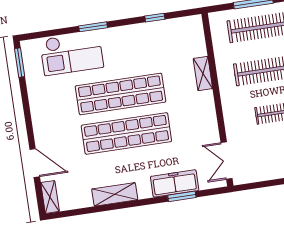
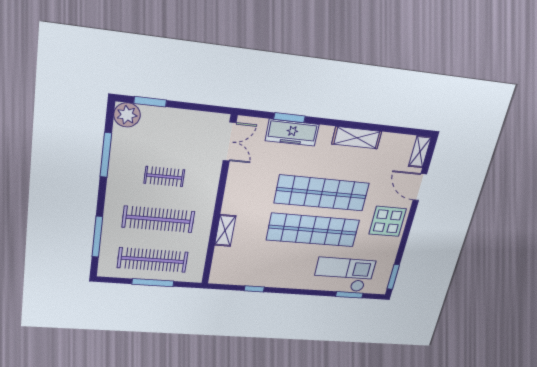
window: (93, 27) -> (349, 295), moved
display table: (51, 121) -> (388, 221), added

